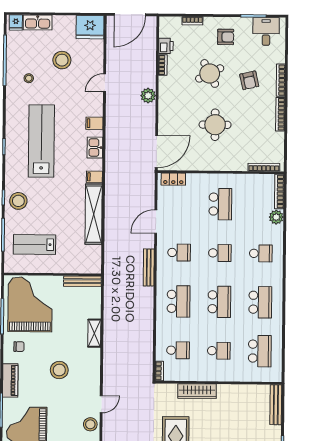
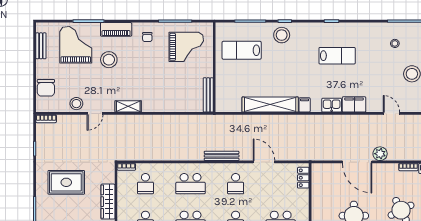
filing cabinet: (94, 123) -> (354, 104), width x2.00
lab bench: (41, 141) -> (337, 56), width x0.54, depth x0.72
door: (156, 151) -> (357, 162), moved
lab bench: (34, 244) -> (242, 50), turned -90
grand piano: (30, 304) -> (186, 47), width x0.73, depth x0.68
shelving: (94, 333) -> (128, 106), moved
stool: (59, 370) -> (109, 60), moved
door: (101, 404) -> (95, 113), hinge flipped

